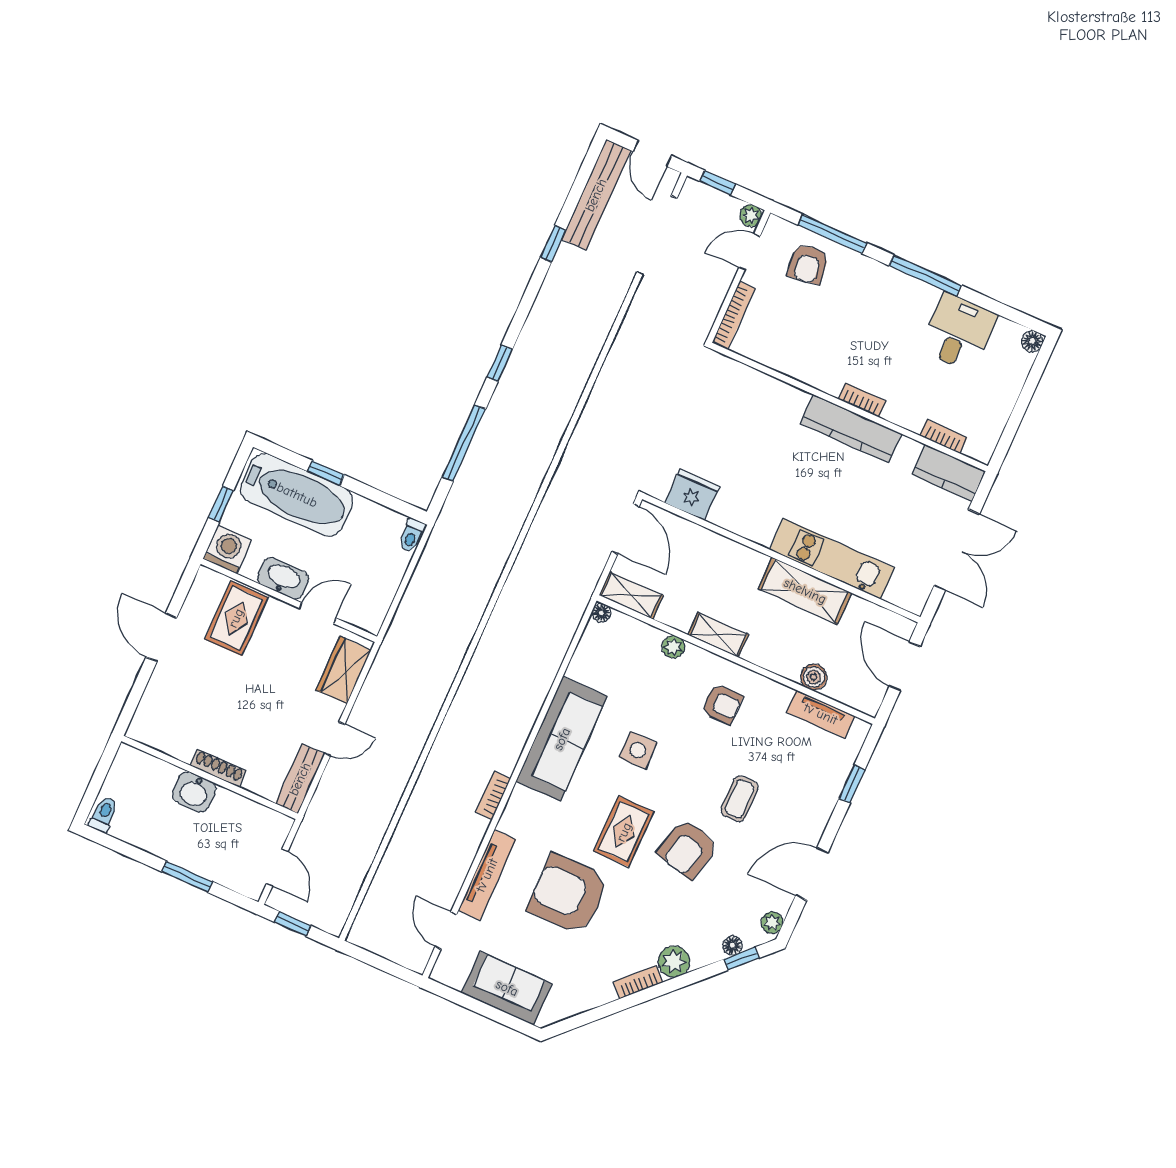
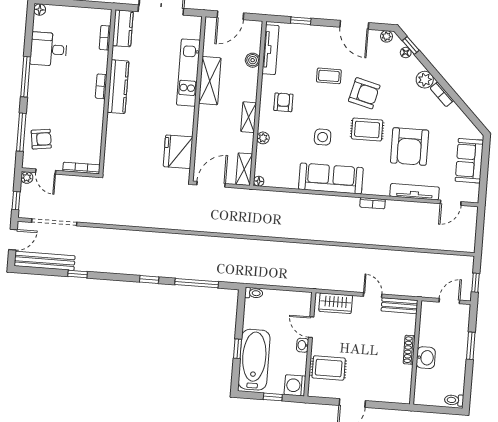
fridge: (692, 495) -> (178, 152), width x1.36, depth x1.34
washbasin: (283, 578) -> (303, 345), width x0.52, depth x0.69
tv unit: (821, 714) -> (270, 50), width x1.41

